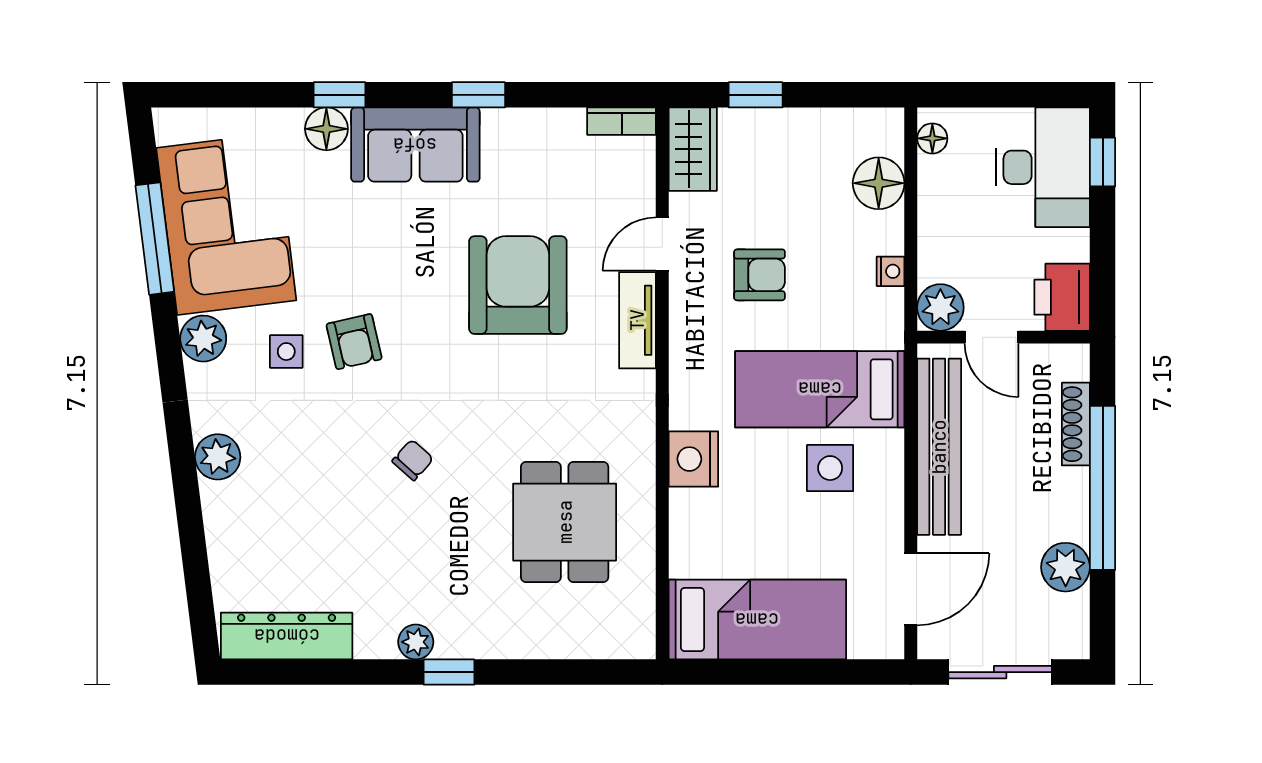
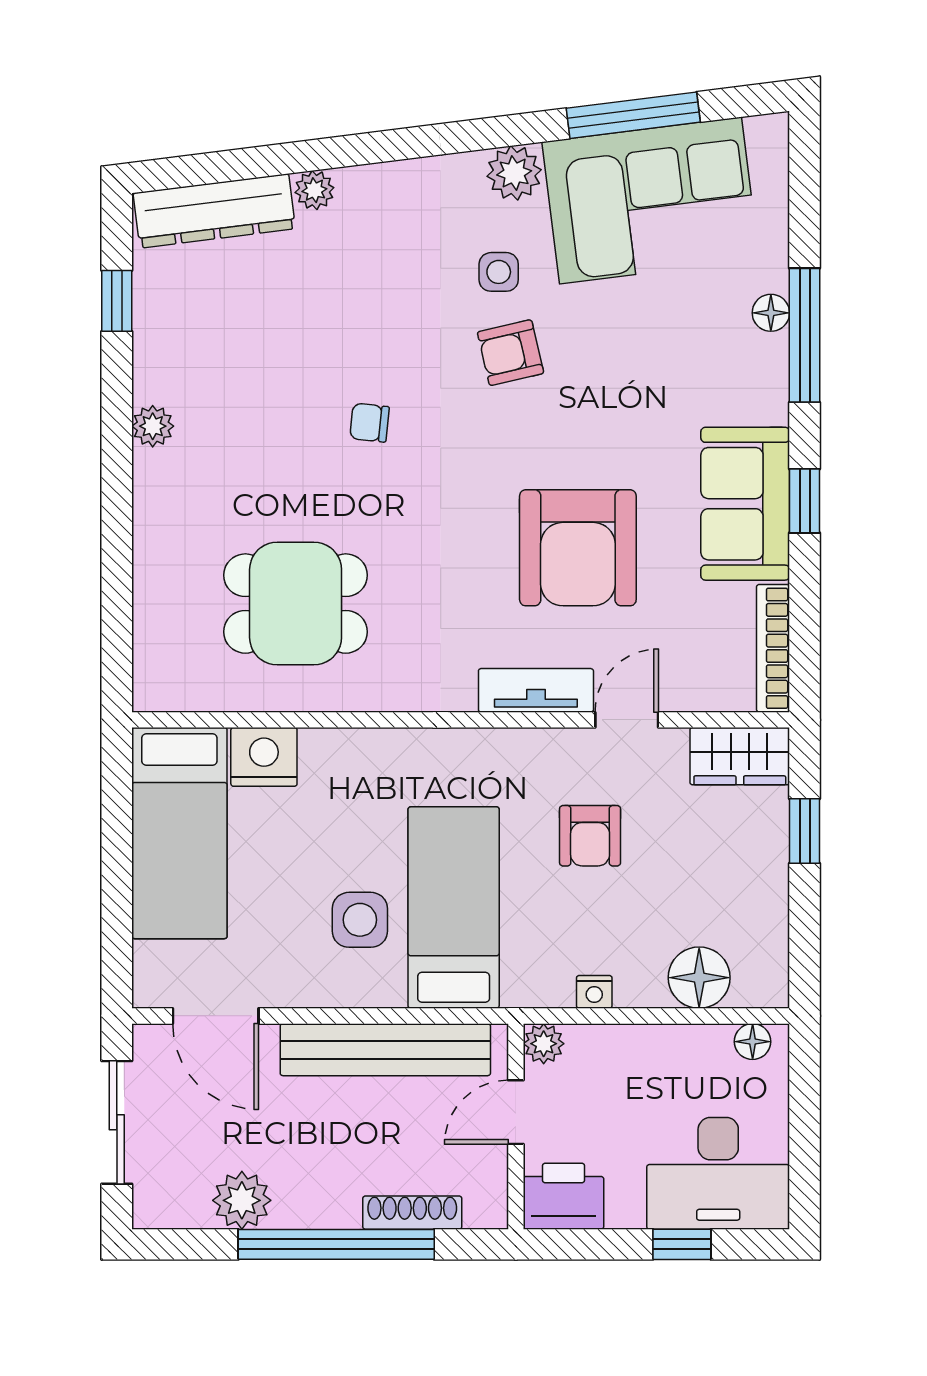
window: (339, 95) -> (805, 335), width x2.17
bookcase: (622, 121) -> (773, 648), width x1.56
floor lamp: (326, 129) -> (771, 313), width x0.73, depth x0.73
sofa: (415, 145) -> (745, 504), moved
window: (1103, 162) -> (682, 1244), moved
door: (662, 244) -> (627, 720), hinge flipped
armchair: (518, 285) -> (578, 548), turned 90
plant: (940, 307) -> (544, 1044), width x0.73, depth x0.73
plant: (218, 457) -> (314, 190), moved, width x0.73, depth x0.73
nightstand: (693, 459) -> (264, 757), moved
chair: (413, 460) -> (370, 423), turned 144
dresser: (287, 636) -> (214, 211), moved, turned 83
window: (449, 672) -> (117, 301), moved

